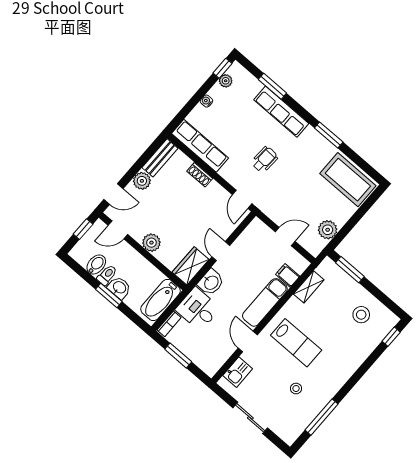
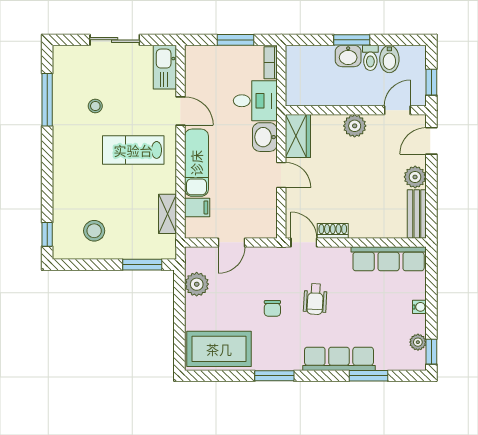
shoe rack: (200, 175) -> (333, 231), moved
chair: (295, 176) -> (272, 308), added
bathtub: (160, 300) -> (298, 78), removed
kitchen sink: (238, 372) -> (165, 67), width x1.38

